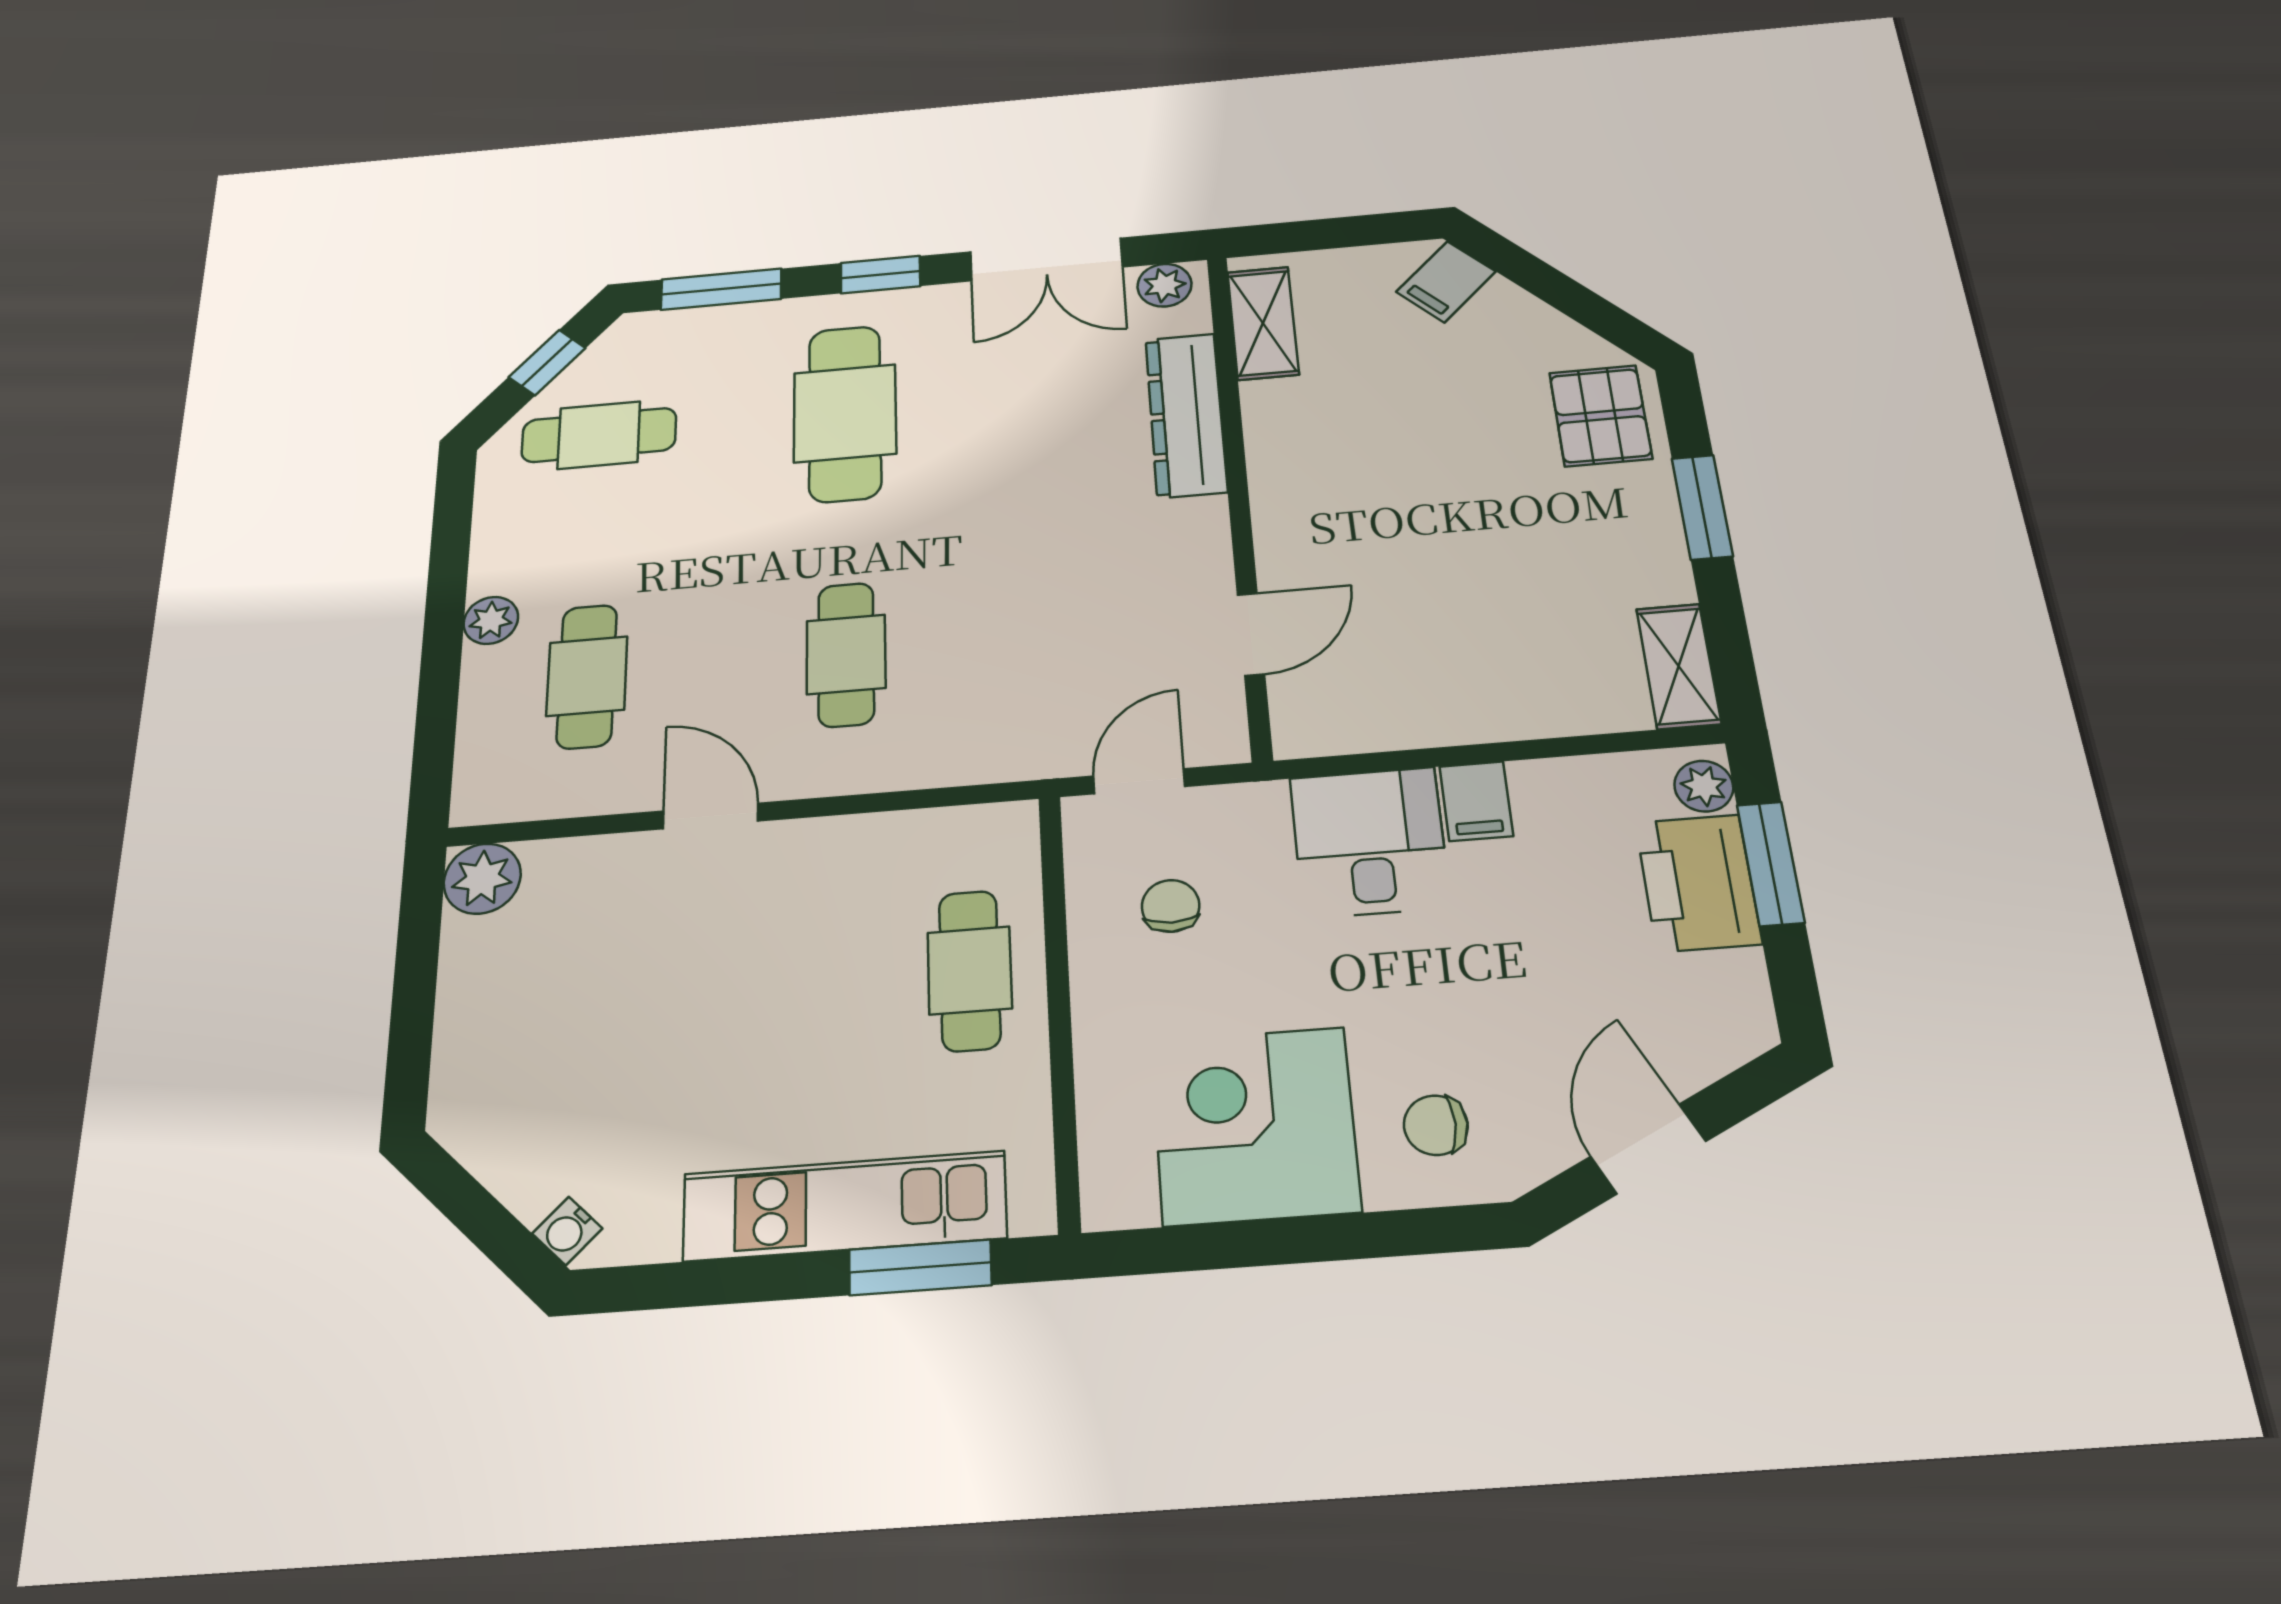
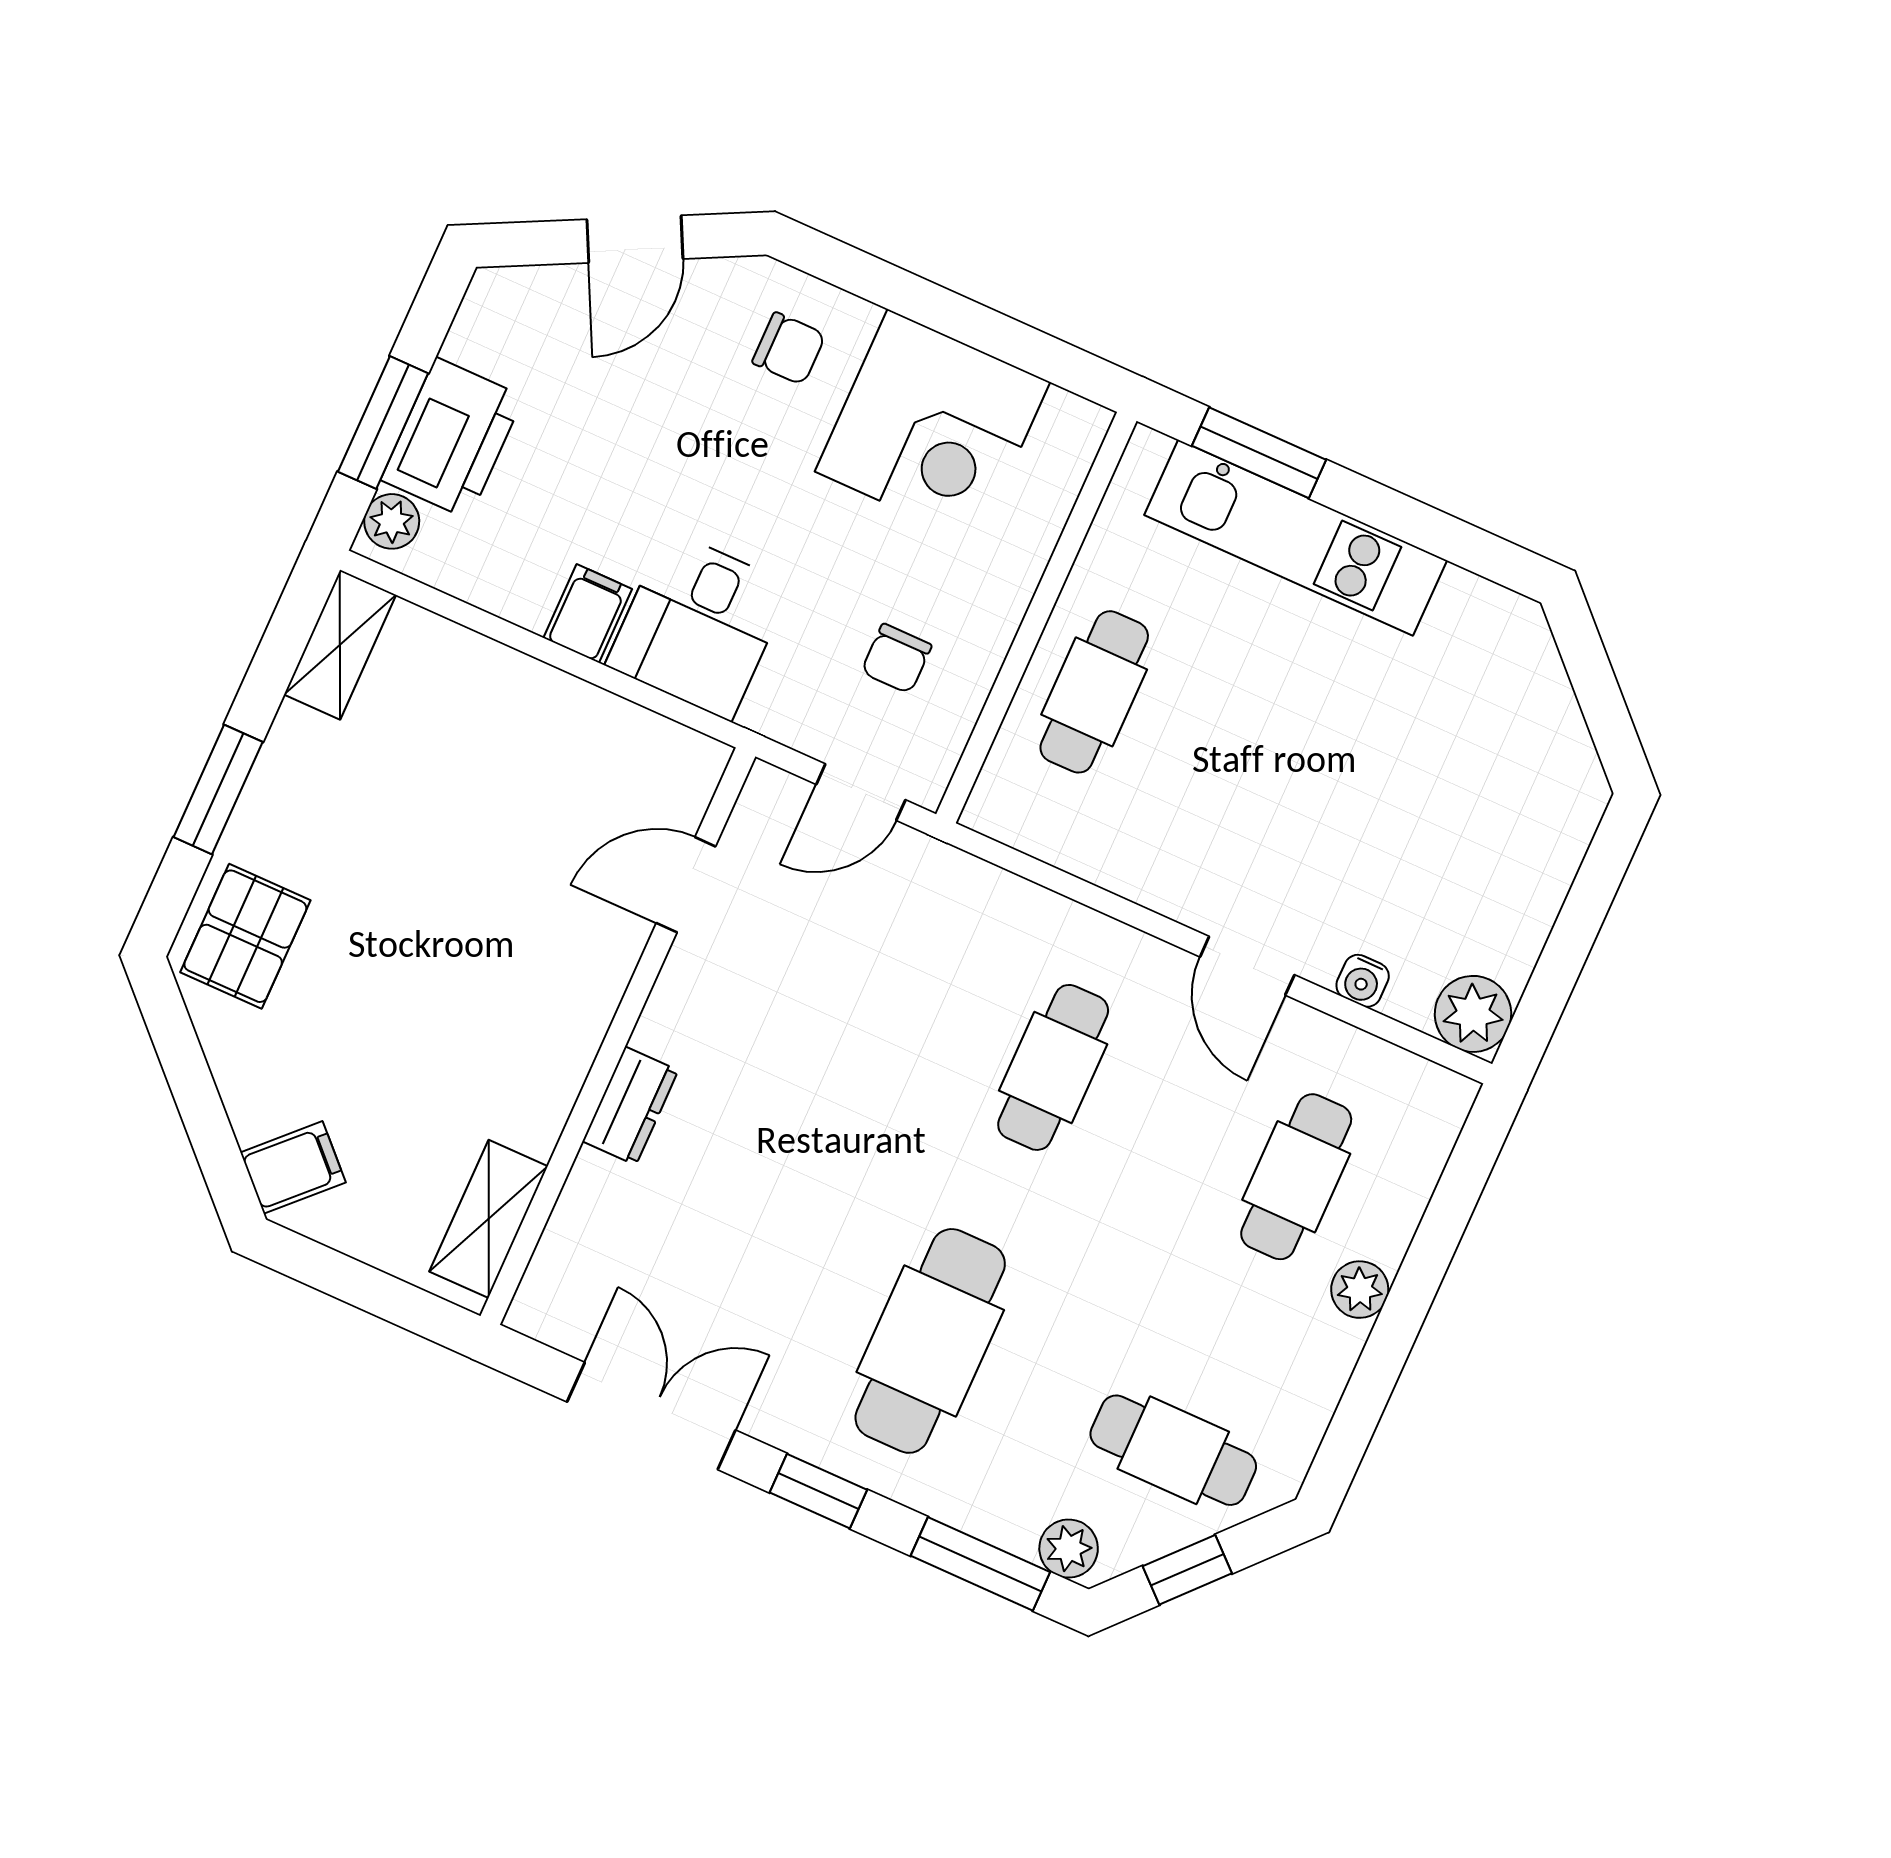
plant: (1164, 285) -> (1069, 1549), moved
dresser: (1186, 415) -> (630, 1106), width x0.51, depth x0.80
water cooler: (567, 1231) -> (1363, 981), moved, turned 135

